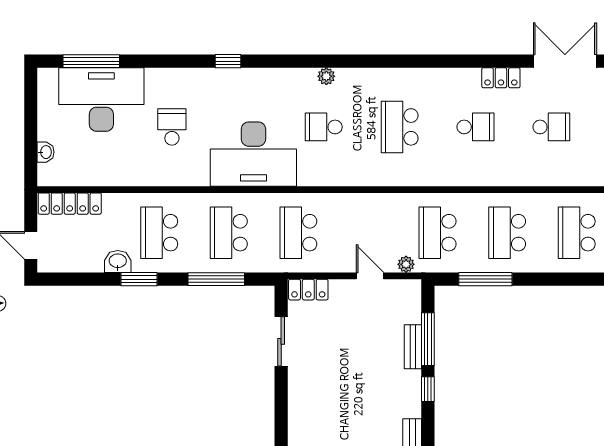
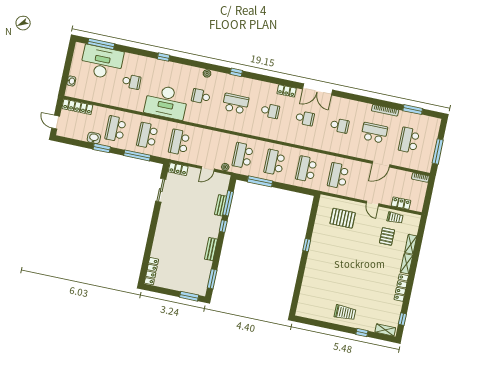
window: (387, 61) -> (236, 72), added
double door: (565, 61) -> (317, 89), swing flipped
school desk: (172, 127) -> (131, 82), turned 90
school desk: (400, 127) -> (236, 104), turned 90
door: (370, 276) -> (208, 169), swing flipped

